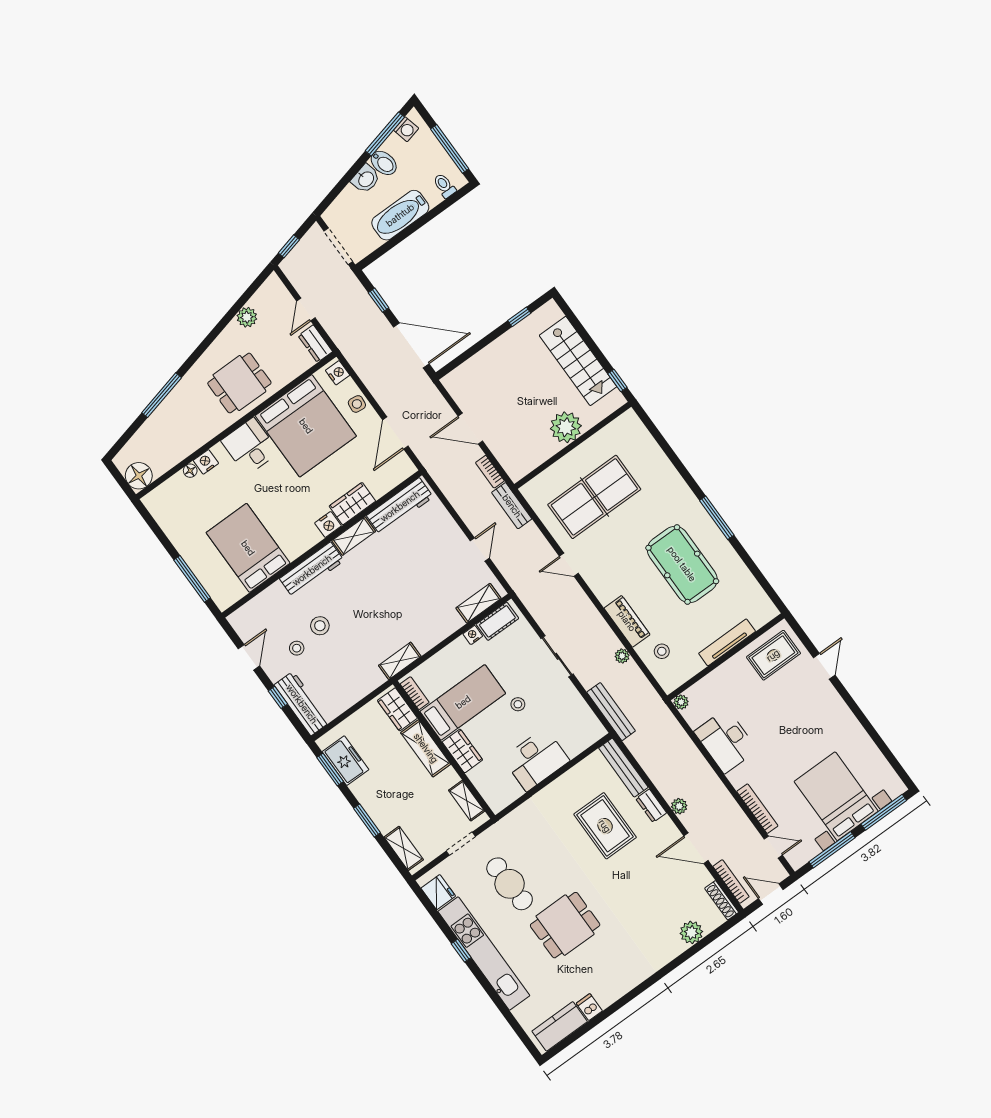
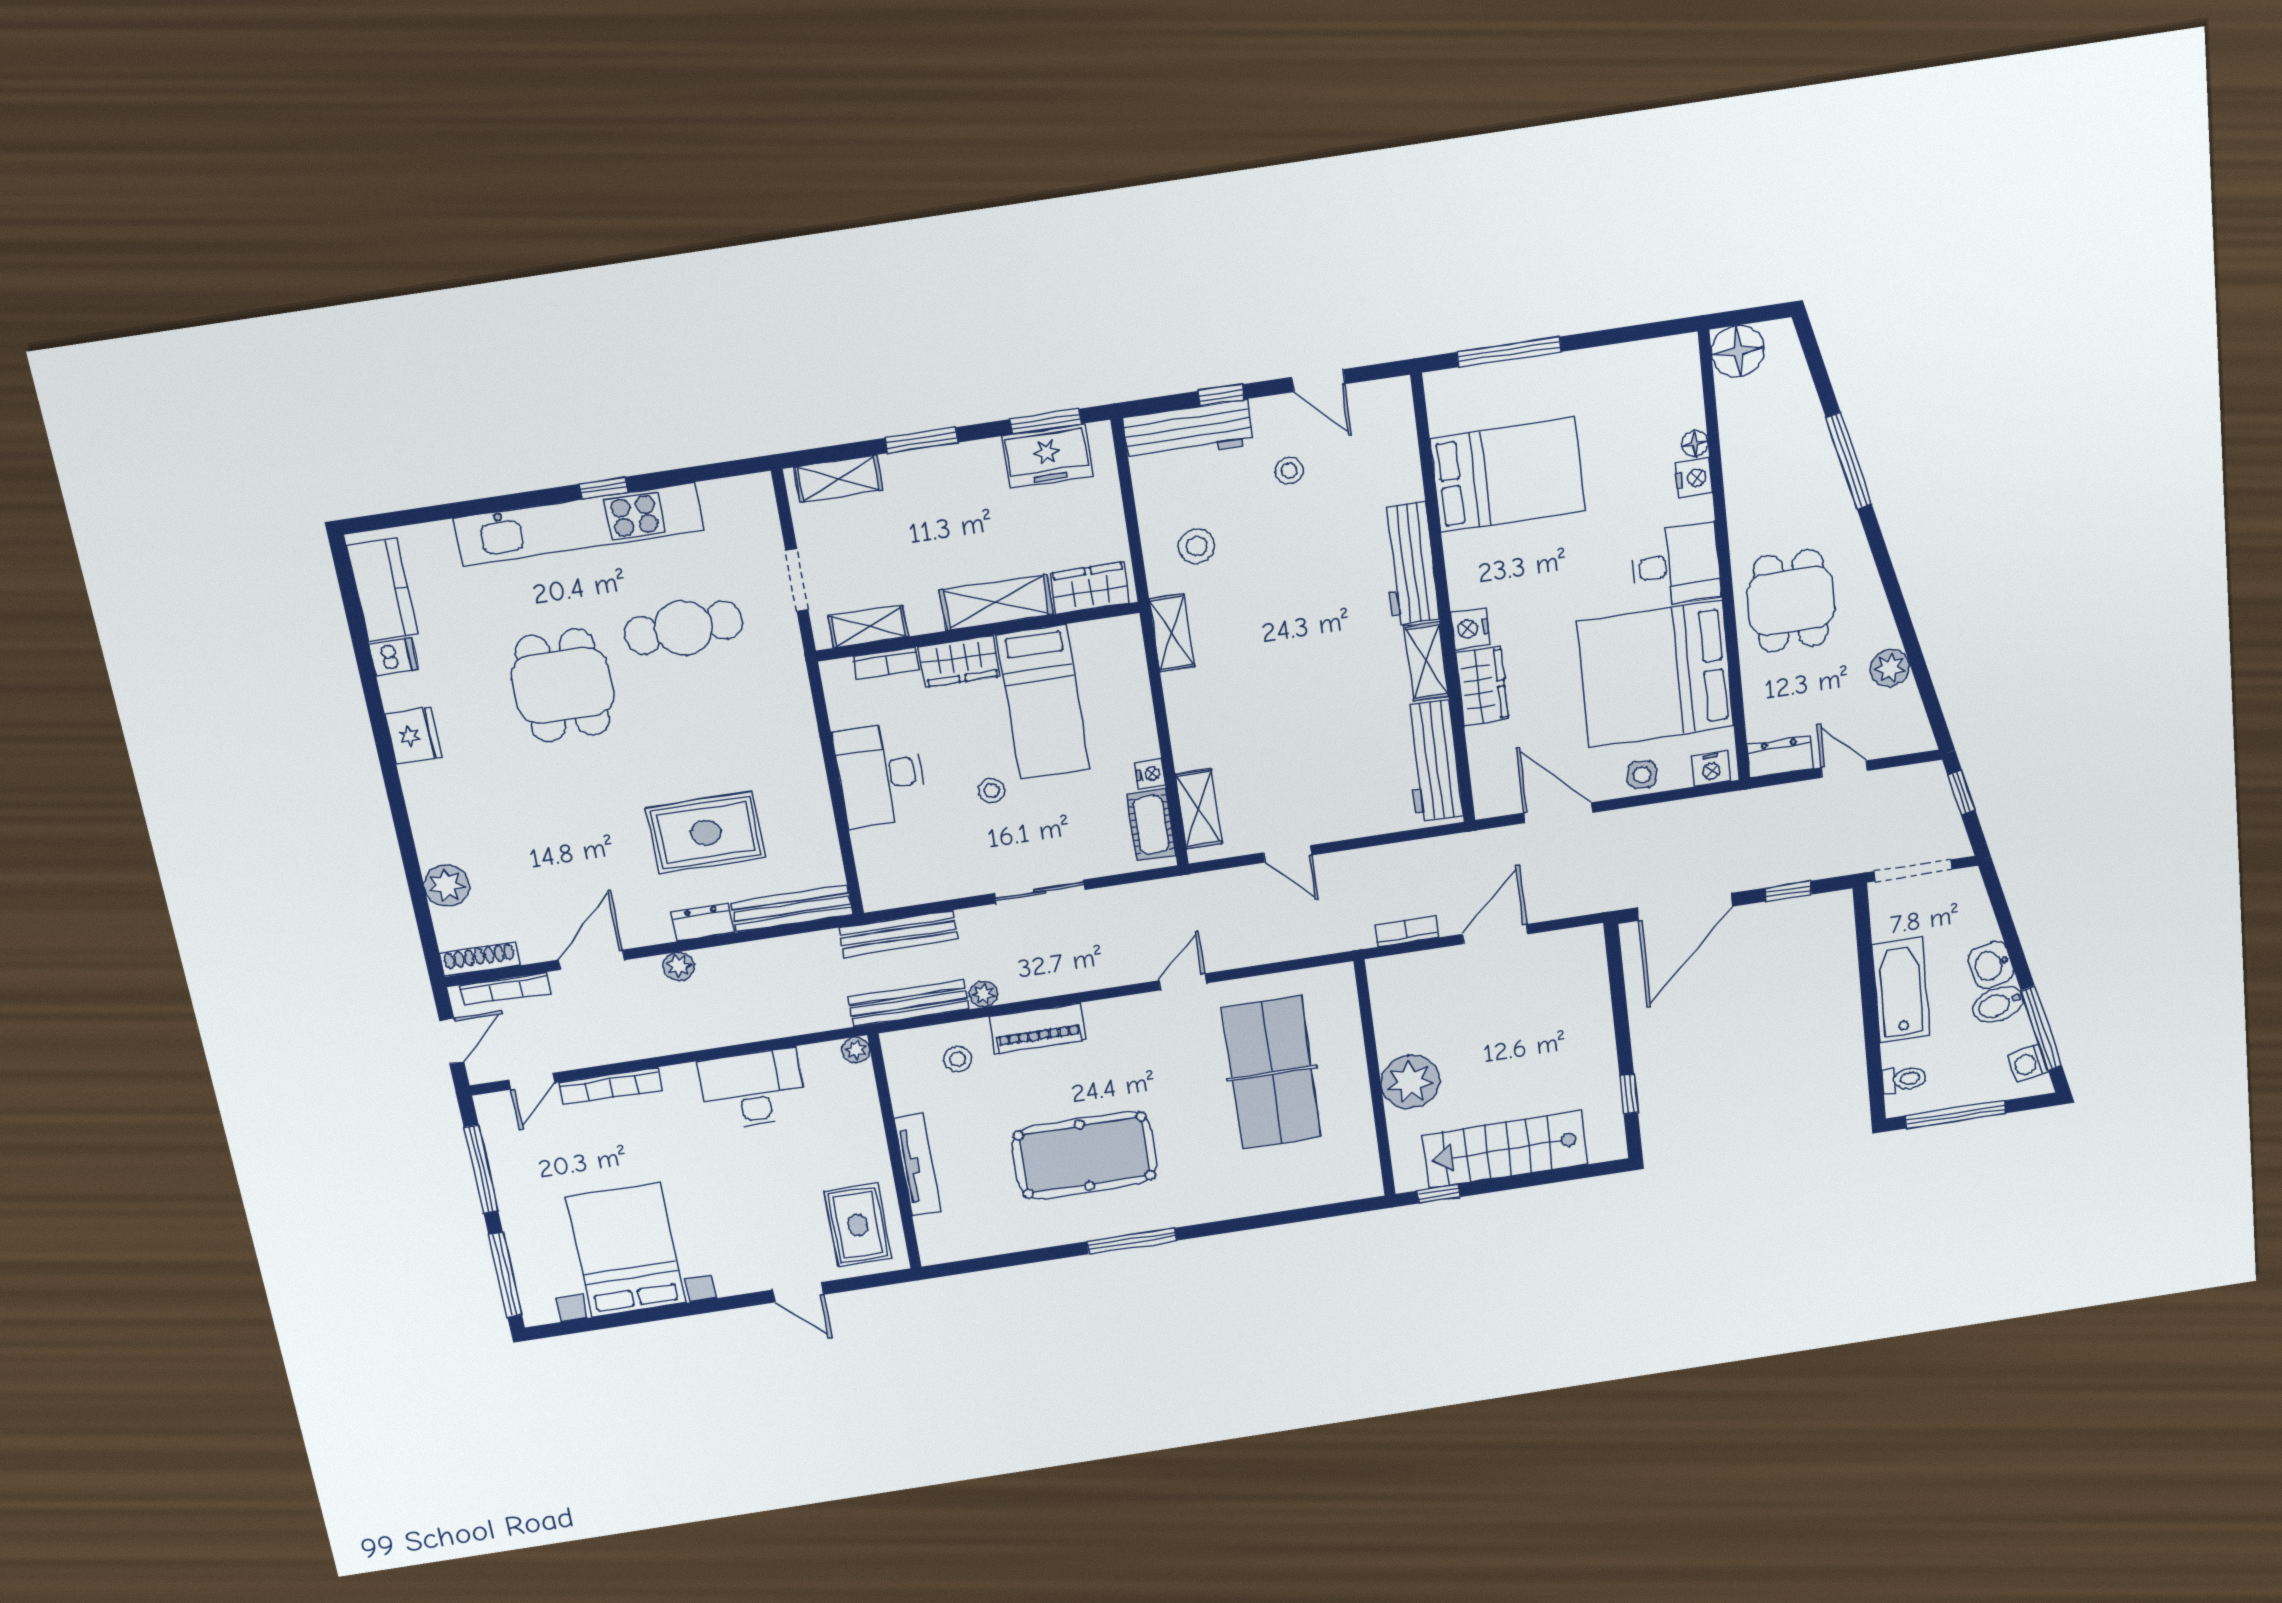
bench: (512, 506) -> (909, 1003), moved, width x1.36
stool: (320, 626) -> (1197, 546), moved
bookcase: (415, 693) -> (886, 663), moved
bed with nightstands: (836, 796) -> (626, 1250), moved, turned -90
fridge: (438, 892) -> (413, 736), moved, turned -90

